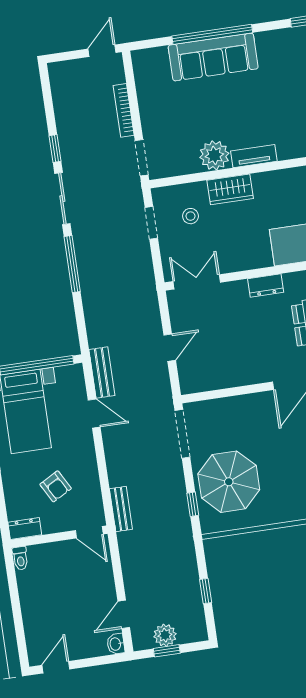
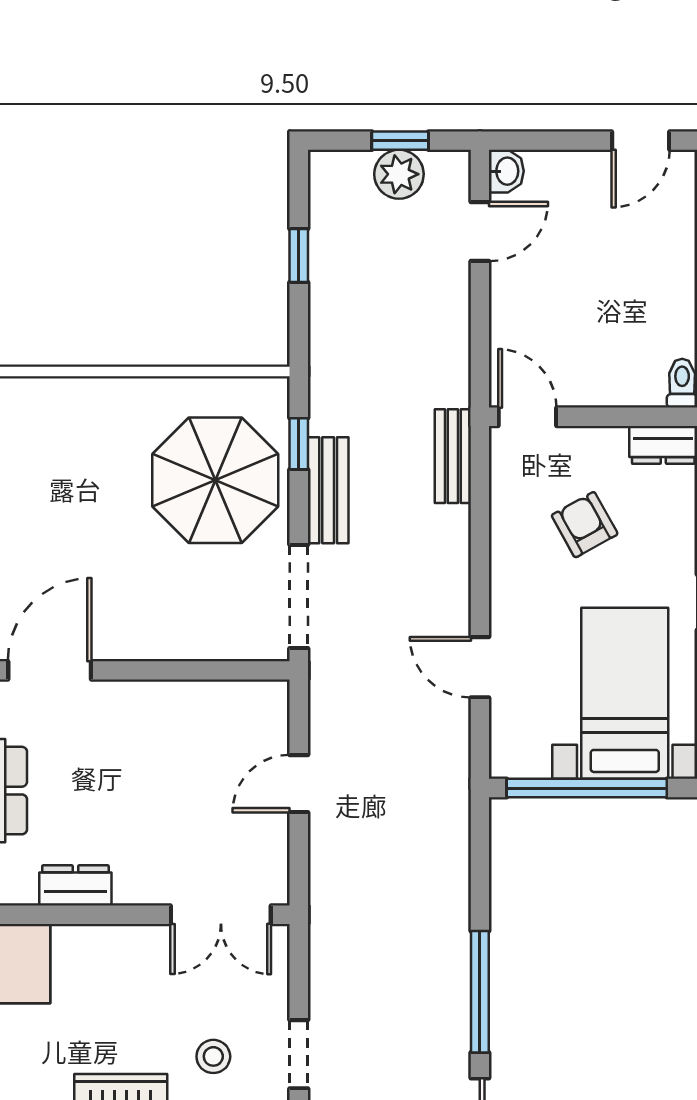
bench: (102, 373) -> (328, 490), moved

